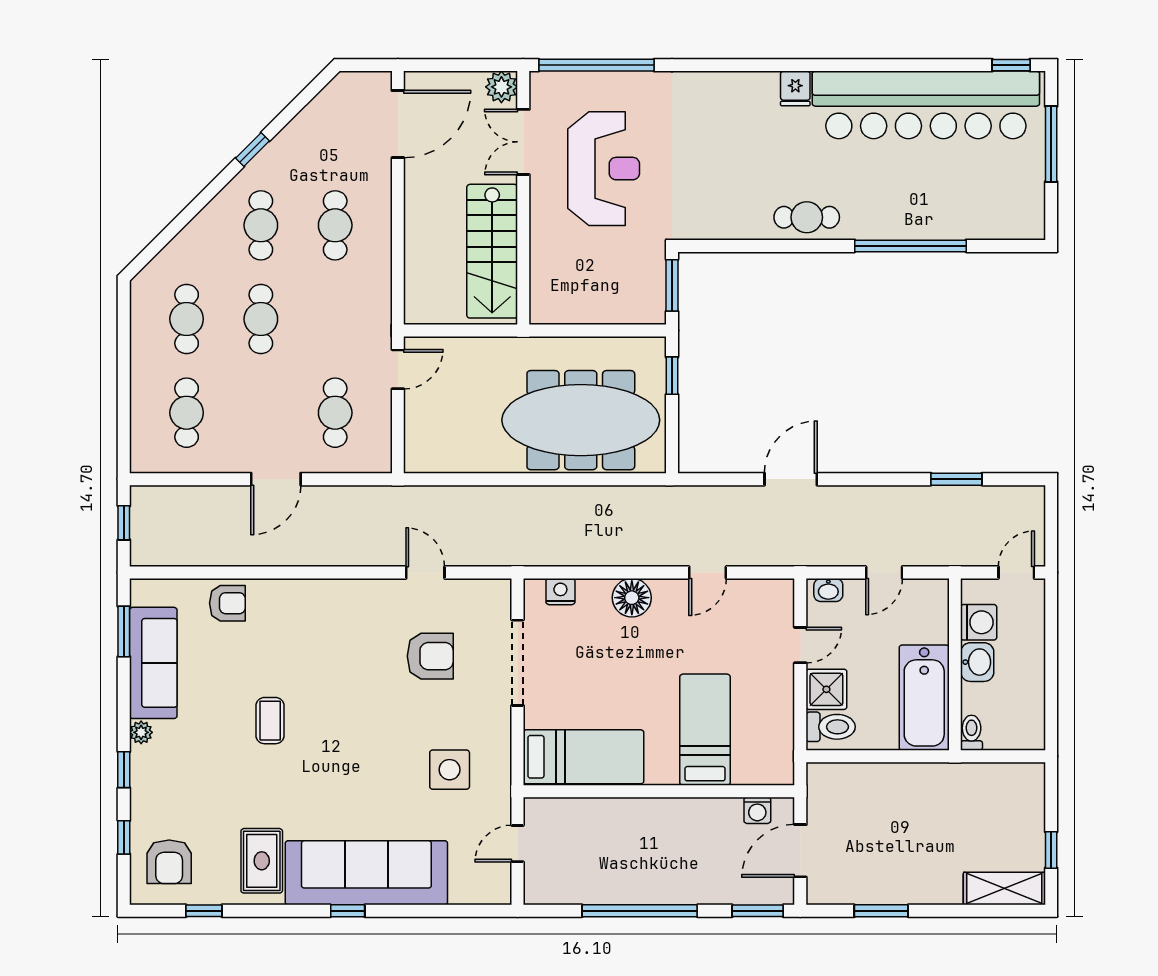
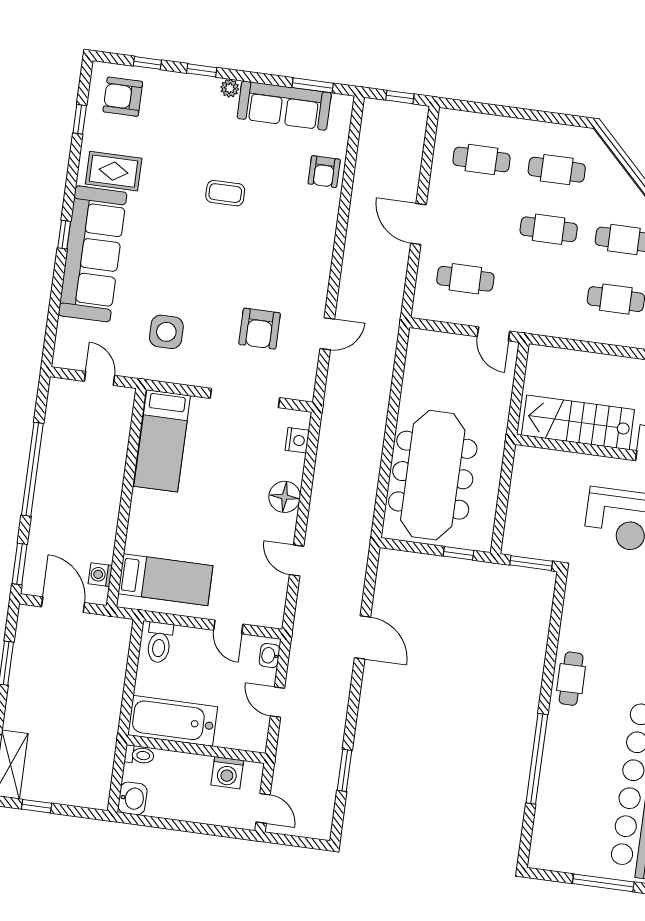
washbasin: (977, 662) -> (133, 798), moved, turned -90
shower: (826, 689) -> (190, 643), removed
bed: (705, 730) -> (166, 580), moved

